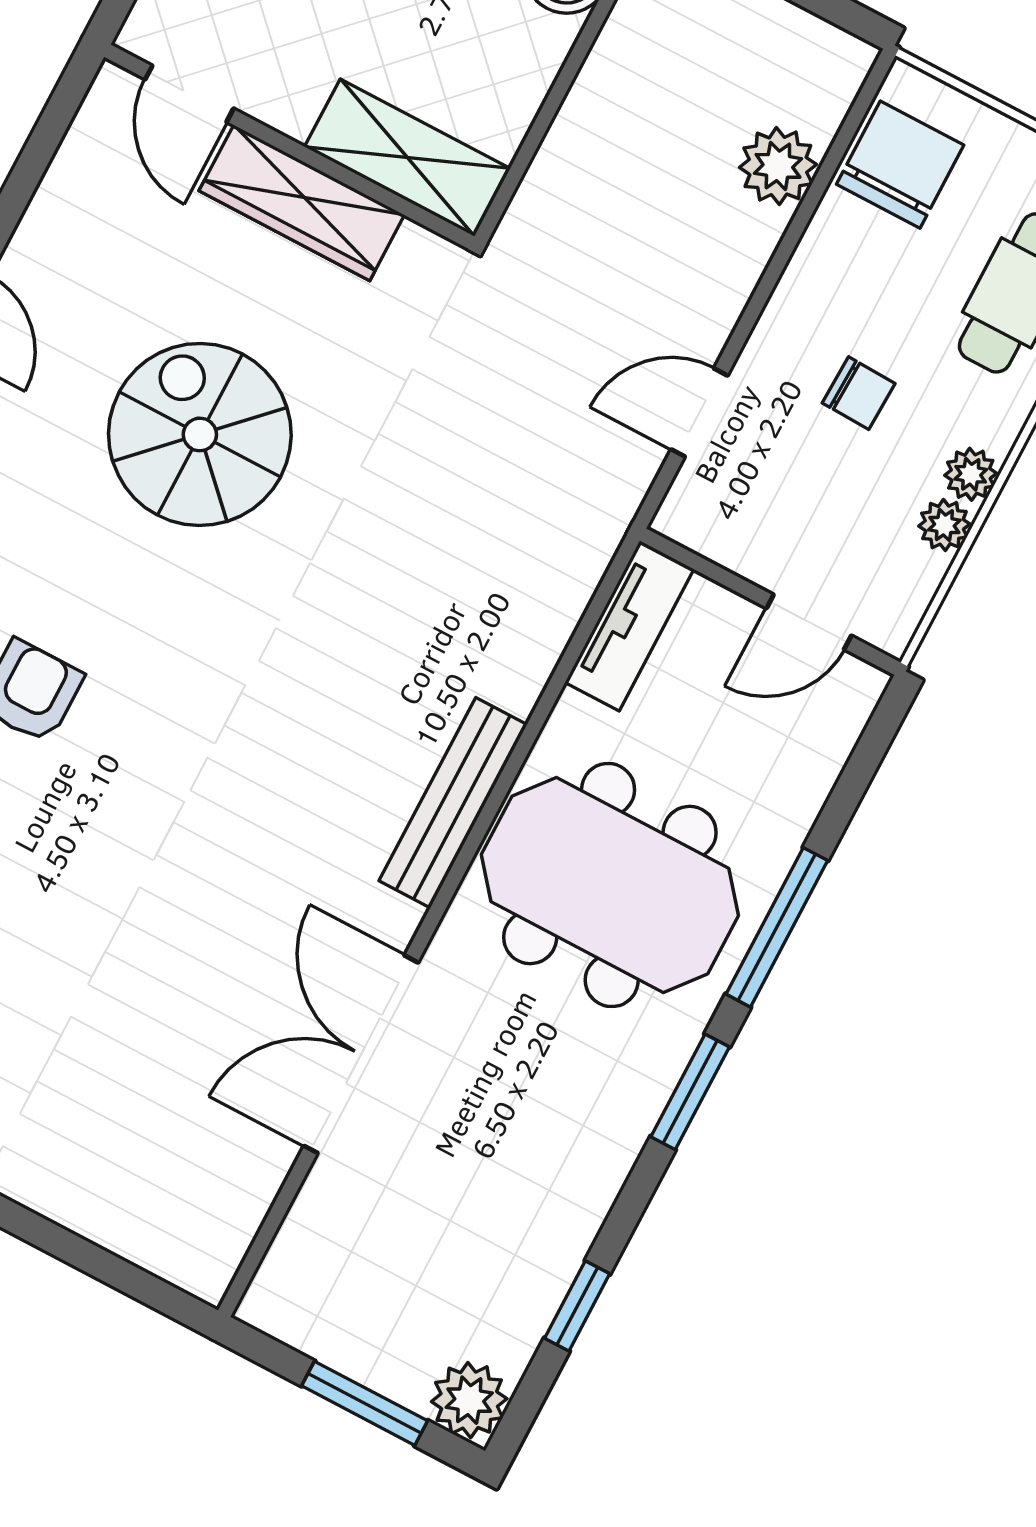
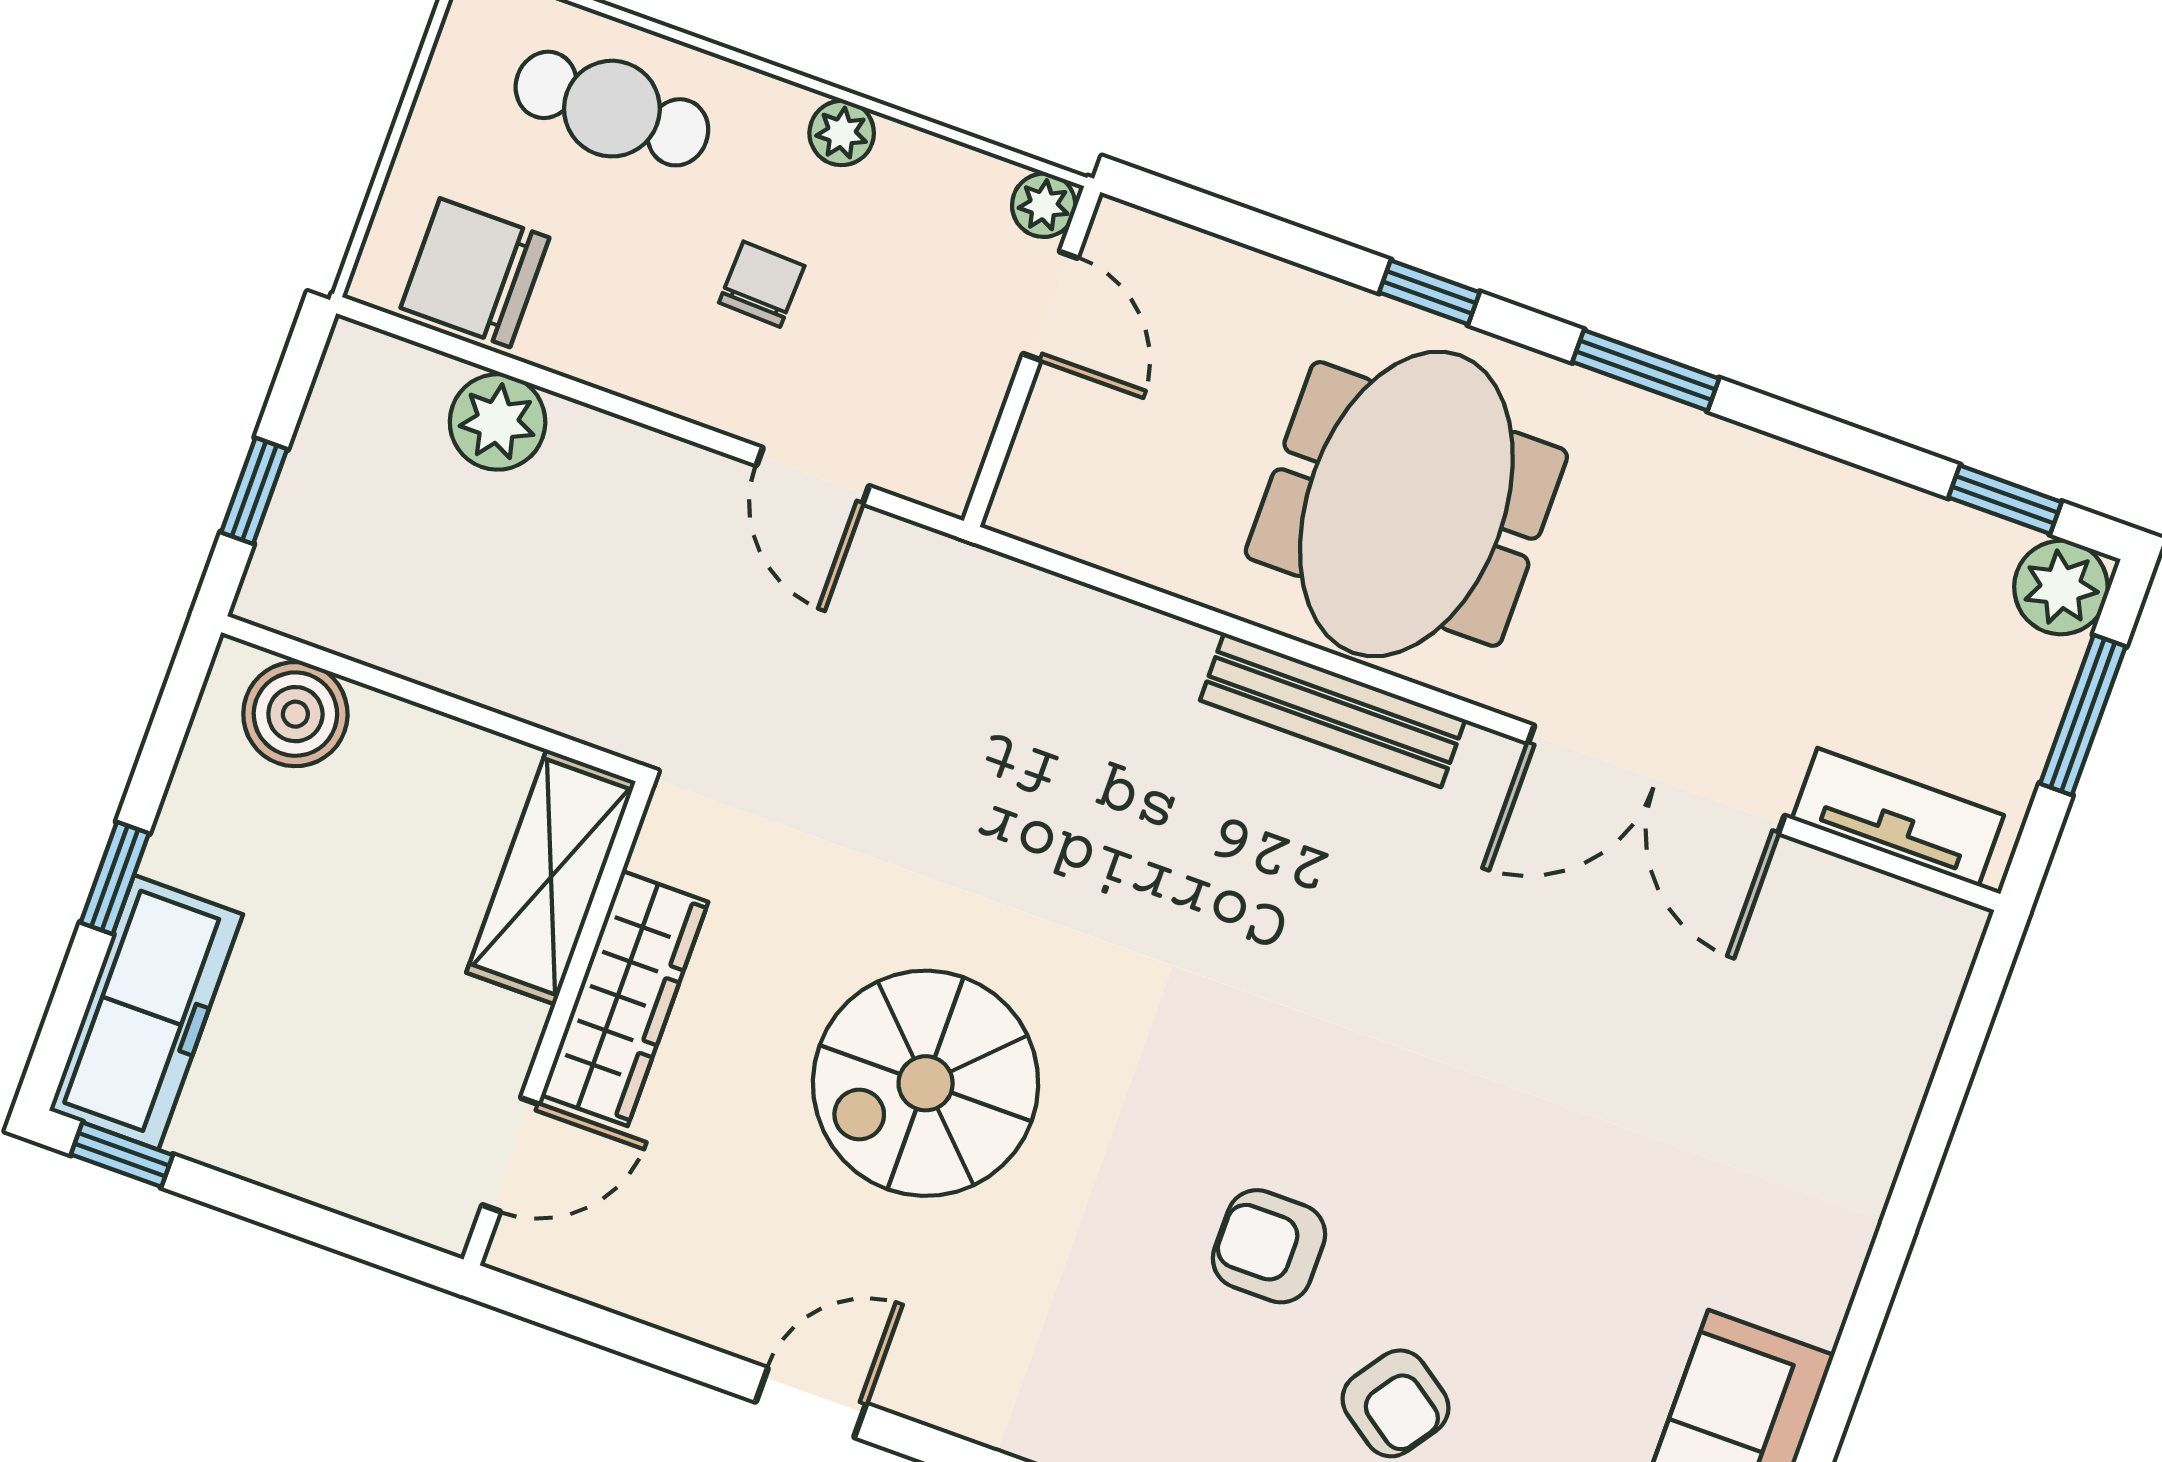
plant: (944, 525) -> (1044, 205), moved
tv unit: (629, 626) -> (1898, 817), moved
window: (777, 927) -> (1429, 292), width x0.46
window: (577, 1306) -> (2005, 500), moved

